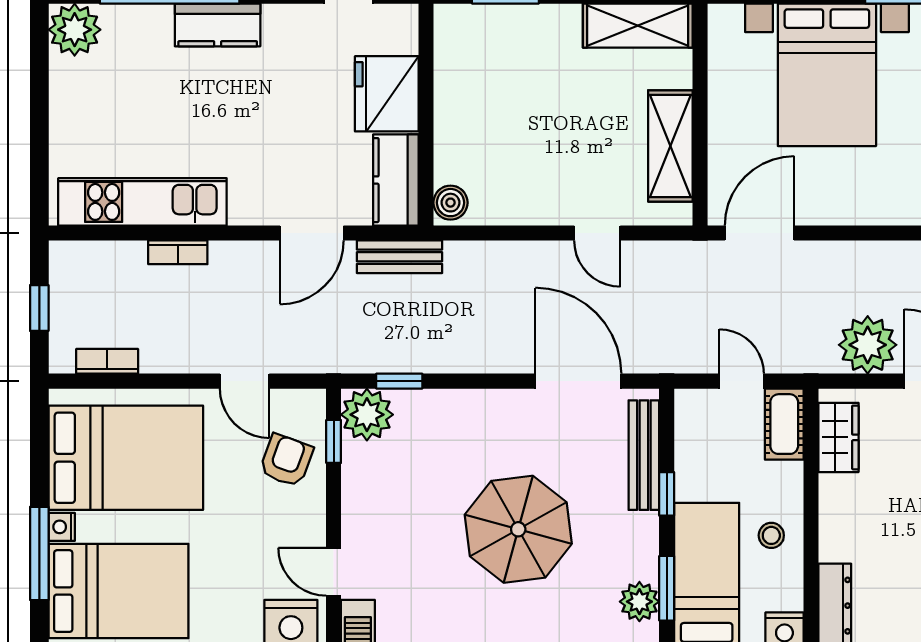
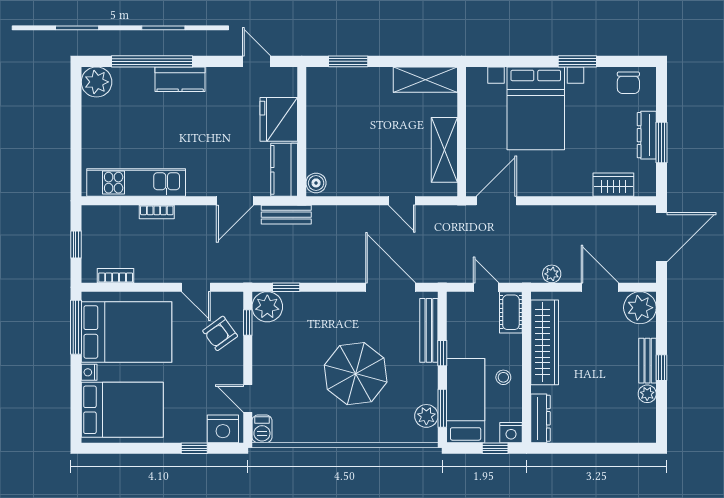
plant: (868, 345) -> (552, 274), width x0.53, depth x0.53
wardrobe: (838, 437) -> (545, 342), width x2.10, depth x1.17
armchair: (286, 460) -> (220, 333), turned -146
window: (39, 553) -> (76, 327), moved

